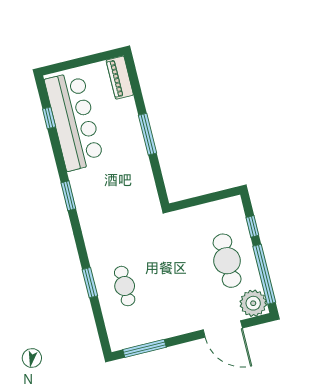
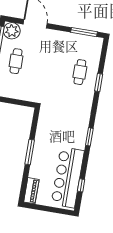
cafe table: (227, 261) -> (16, 61), width x0.73, depth x0.74

